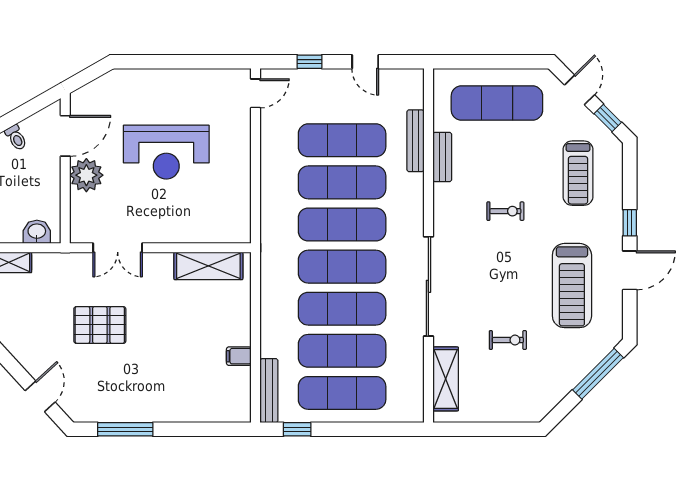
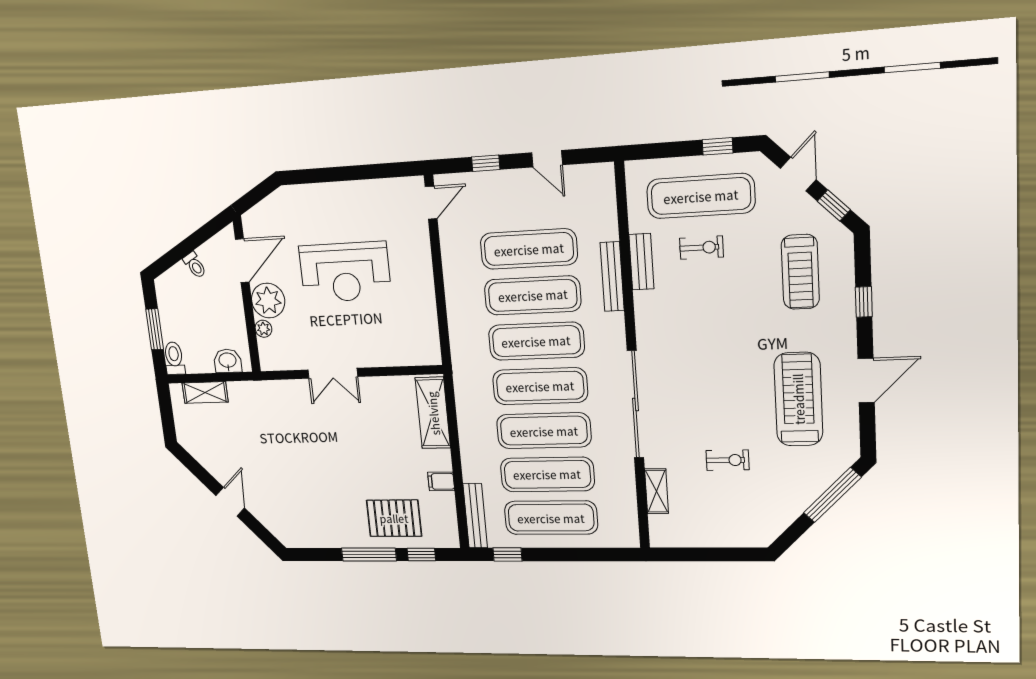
window: (513, 62) -> (718, 146), added
bench: (415, 141) -> (612, 277), moved
plant: (78, 202) -> (263, 329), added
exercise bike: (505, 211) -> (701, 248), moved
window: (630, 223) -> (864, 302), moved
double door: (118, 248) -> (333, 373), moved
shelving: (208, 266) -> (433, 413), moved, turned 90
treadmill: (572, 286) -> (798, 399), turned 180
pallet: (100, 325) -> (394, 518), moved
shelving: (446, 379) -> (657, 491), width x0.67, depth x0.75
door: (40, 396) -> (230, 502), moved
window: (125, 429) -> (369, 555), moved
window: (212, 429) -> (421, 554), added

